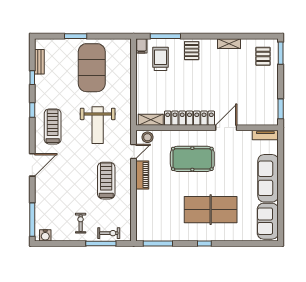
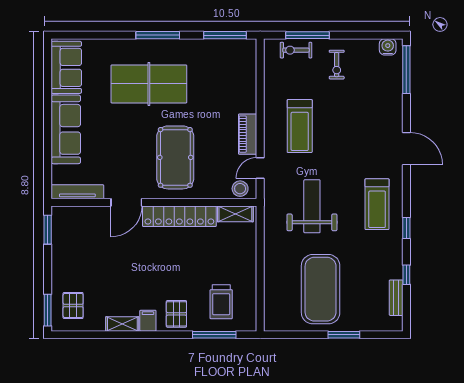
filing cabinet: (141, 46) -> (148, 321), moved
tv unit: (265, 135) -> (77, 192), width x1.41
pool table: (192, 159) -> (175, 157), turned 90
door: (32, 165) -> (406, 149), swing flipped
window: (204, 243) -> (158, 35), width x2.17

